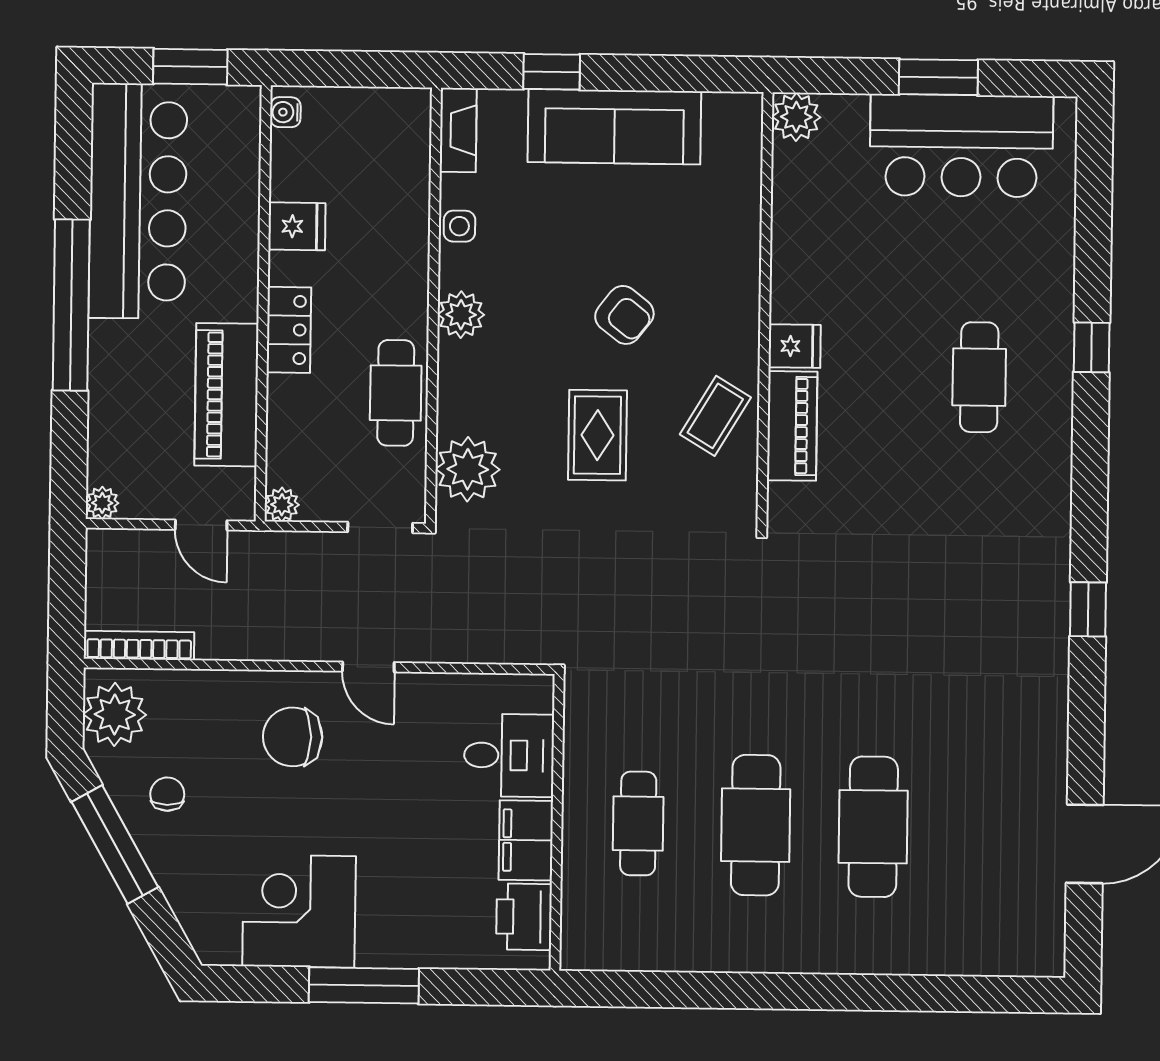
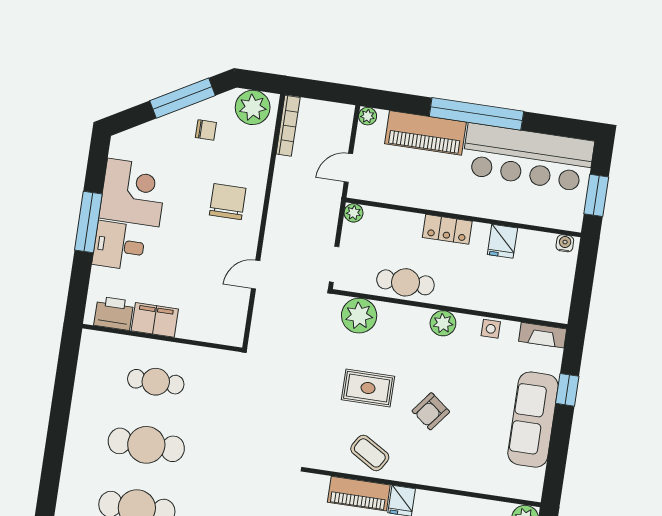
piano: (227, 395) -> (426, 133), moved, turned 180
door: (368, 667) -> (256, 275), moved
desk: (509, 755) -> (119, 246), moved, turned 90

